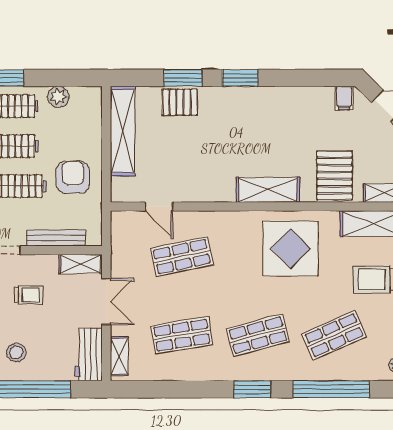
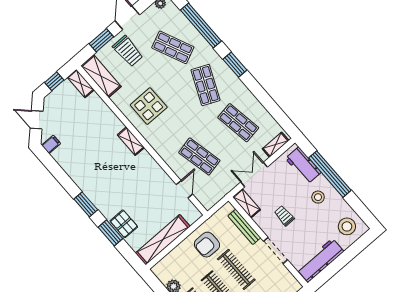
pallet: (334, 175) -> (94, 116), removed
shelving: (268, 190) -> (131, 141), width x0.67, depth x0.75
display table: (291, 249) -> (149, 106), width x0.73, depth x0.73
shop shelf: (258, 335) -> (206, 85), turned 39
workbench: (88, 354) -> (303, 165), moved, turned 90

